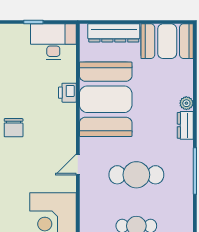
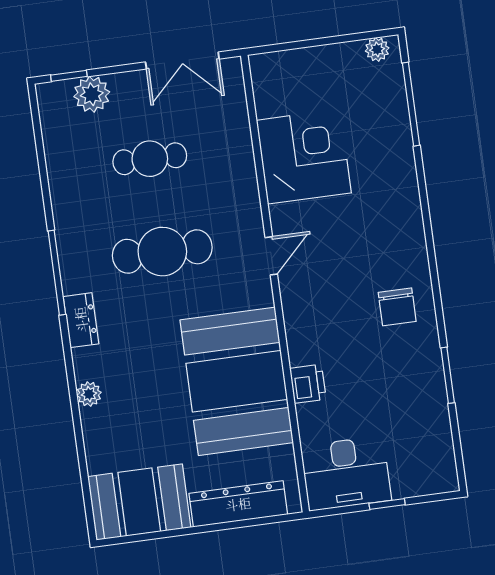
dresser: (185, 125) -> (81, 320), moved
chair: (14, 128) -> (397, 307), turned 180

